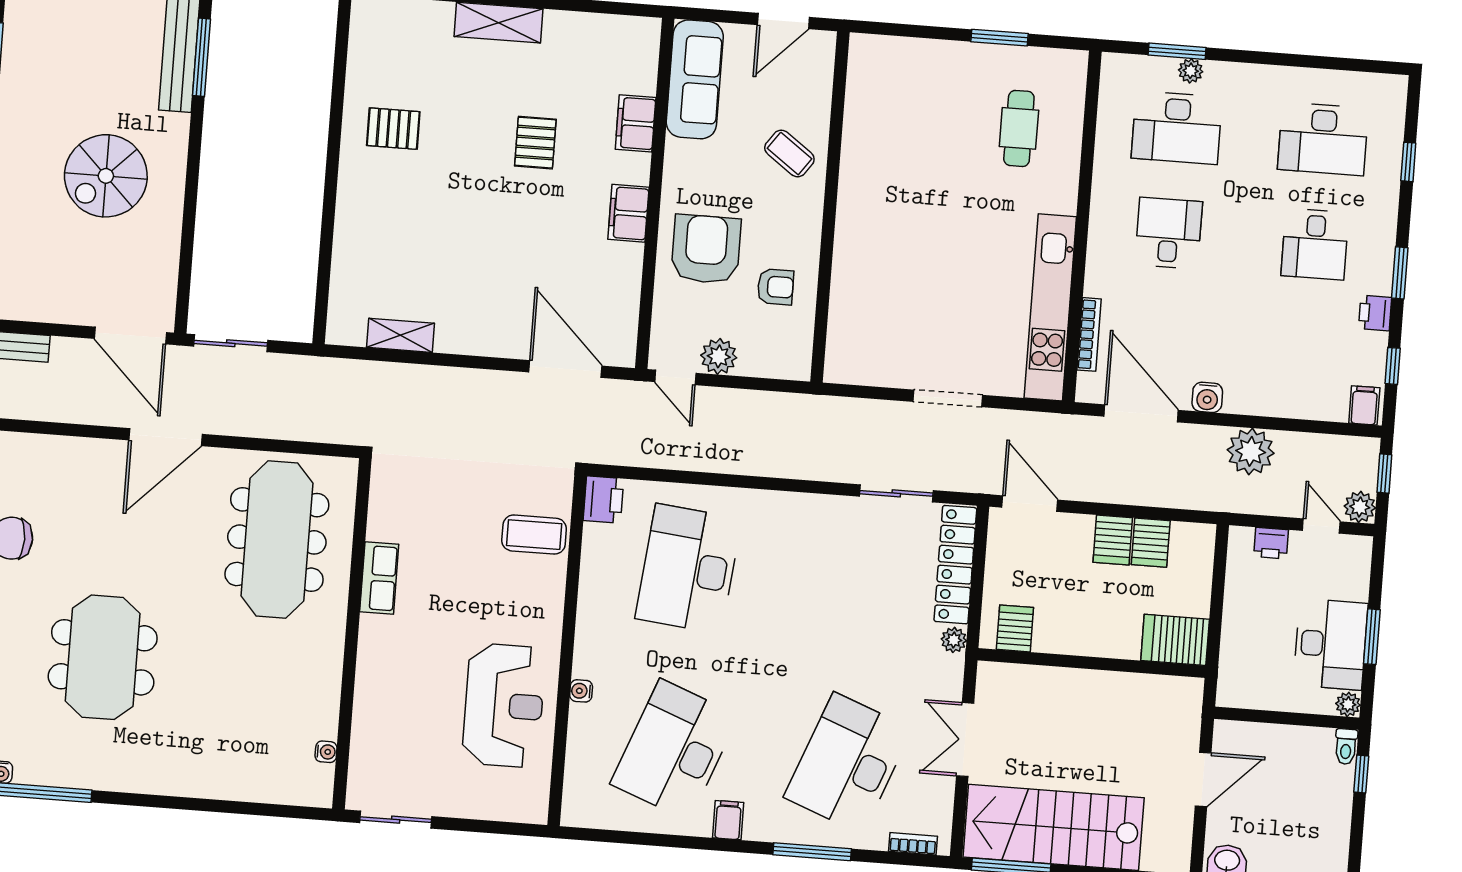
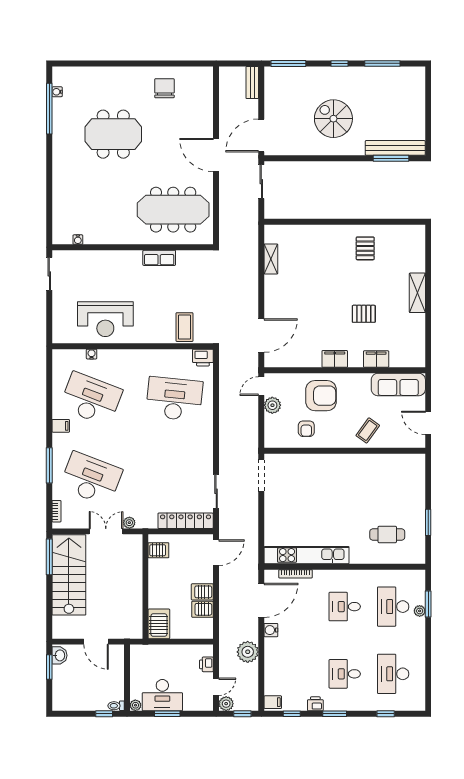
desk: (1169, 233) -> (345, 607), turned 180
doorway: (948, 398) -> (261, 475), moved
plant: (954, 640) -> (129, 523), moved
water cooler: (581, 691) -> (92, 354), moved

